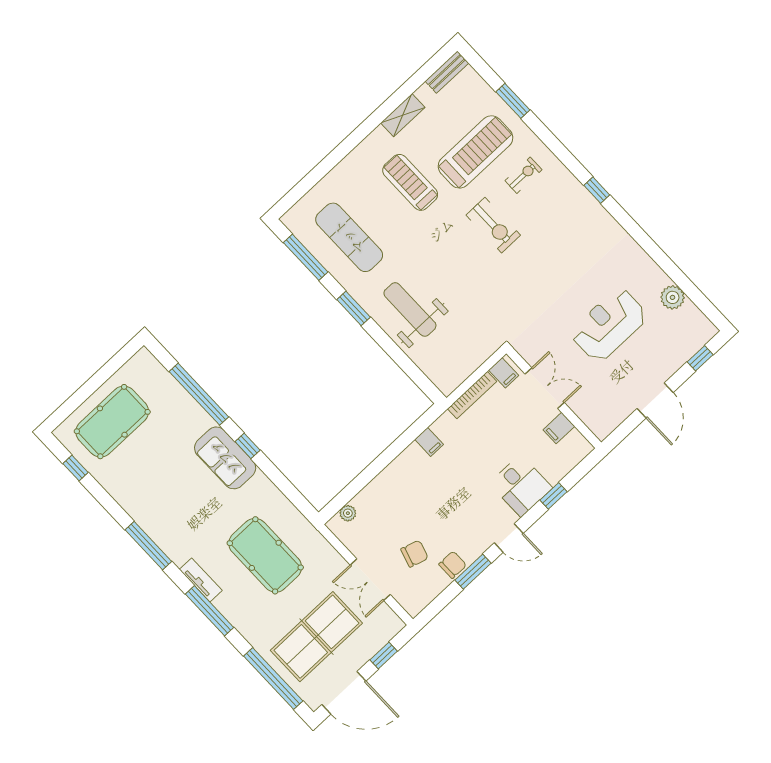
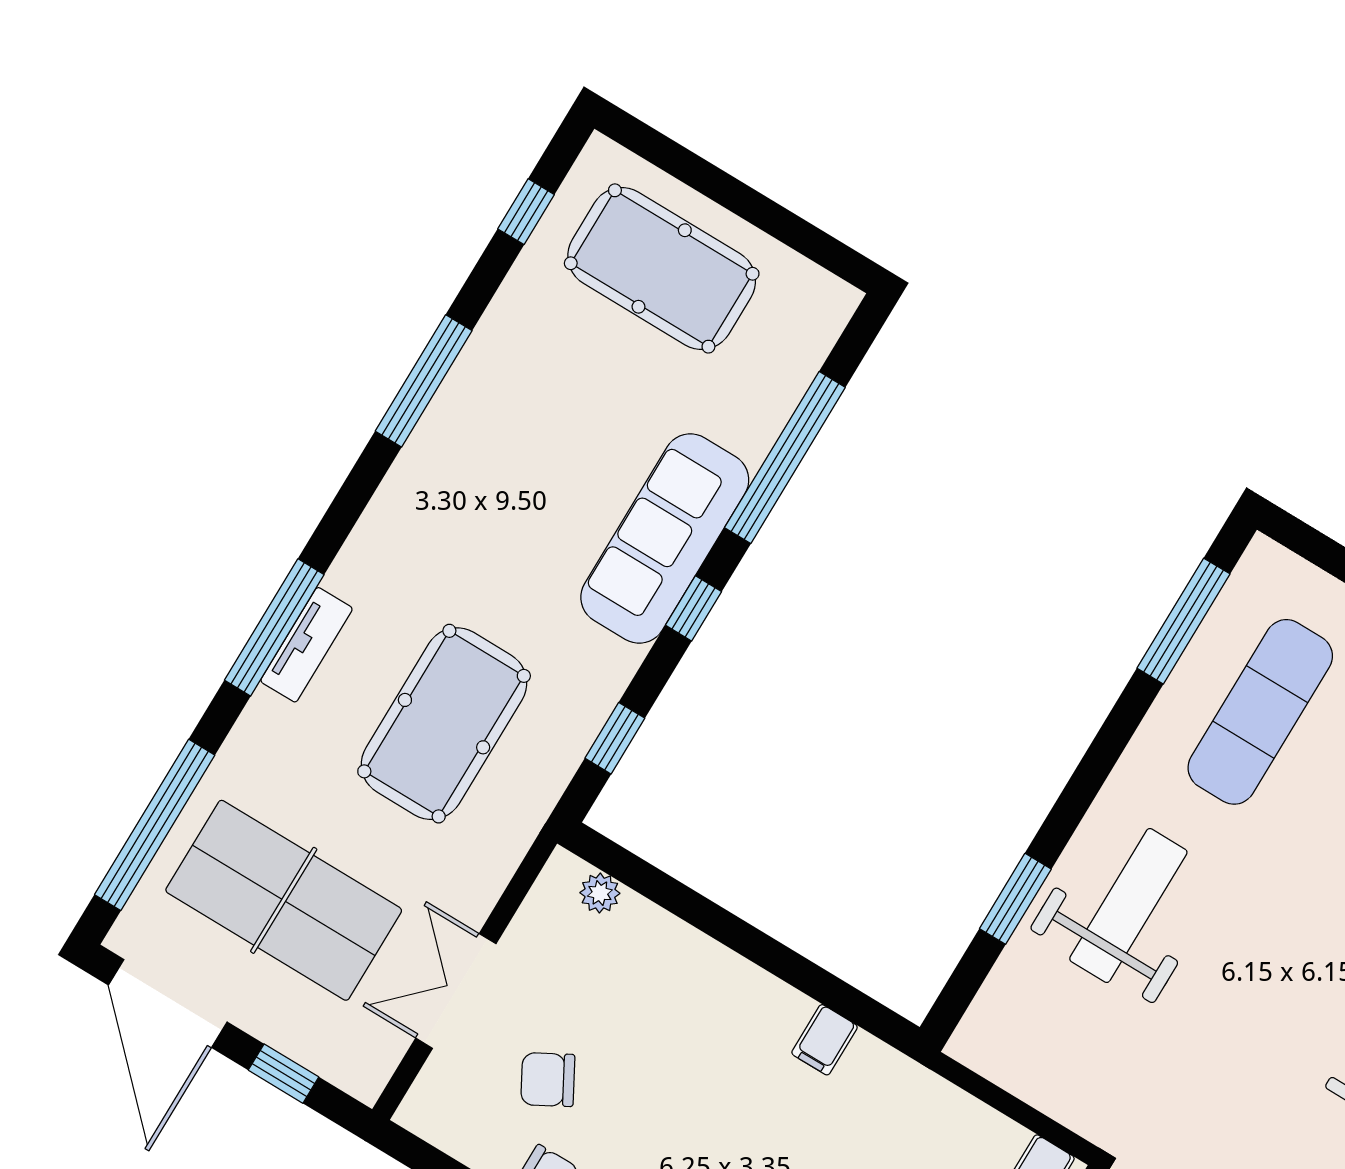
window: (354, 308) -> (1015, 899), moved
bookcase: (472, 395) -> (965, 1111), removed
sofa: (225, 458) -> (665, 539), width x1.36
window: (289, 491) -> (615, 738), added
window: (148, 546) -> (424, 381), moved
chair: (415, 554) -> (548, 1080), turned 134
tv unit: (201, 580) -> (307, 645), moved

